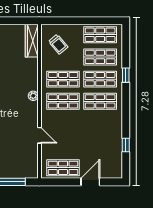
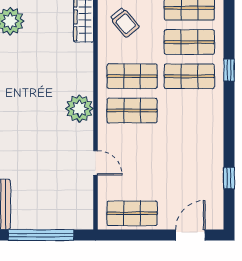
plant: (33, 96) -> (79, 109), width x1.88, depth x1.88
shop shelf: (100, 101) -> (189, 111), removed
door: (90, 182) -> (190, 235), moved

